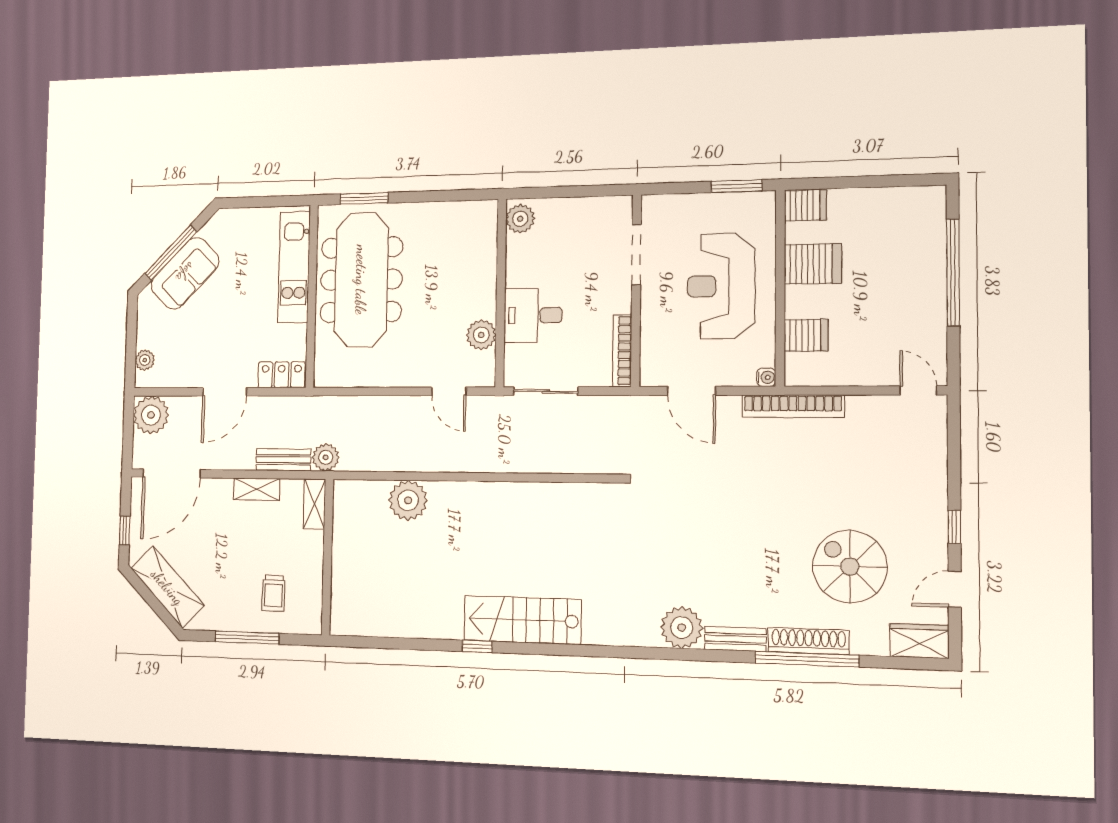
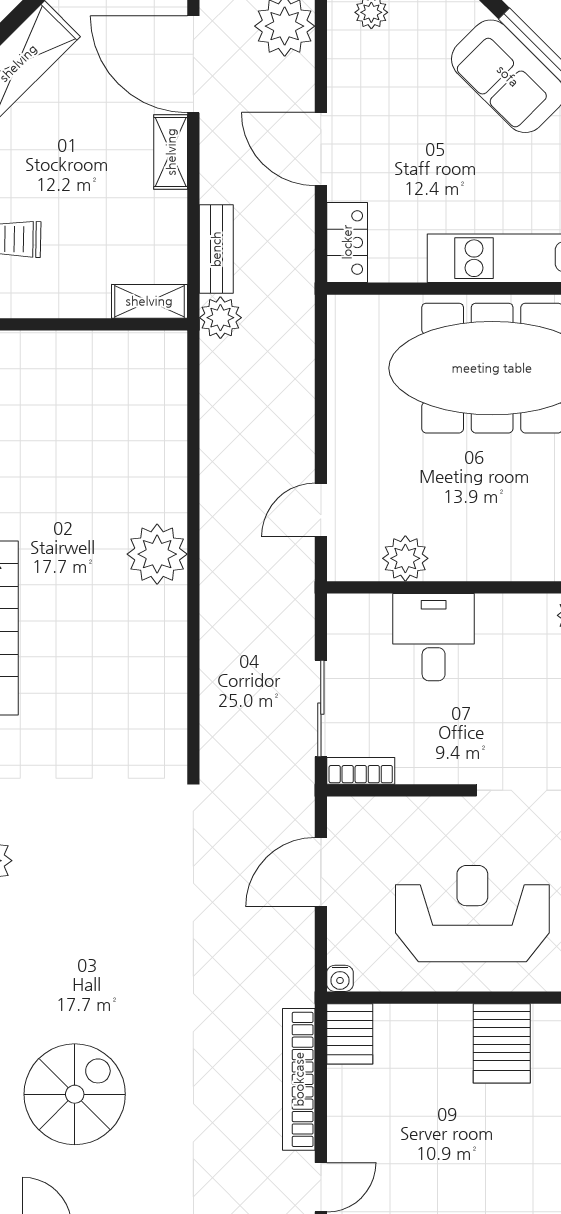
server rack: (806, 335) -> (350, 1034), moved
bookcase: (622, 351) -> (361, 771), width x0.64
sliding door: (546, 391) -> (321, 709), moved
bookcase: (793, 406) -> (299, 1079), moved
shelving: (257, 489) -> (171, 152), moved
plant: (408, 500) -> (157, 554), moved

